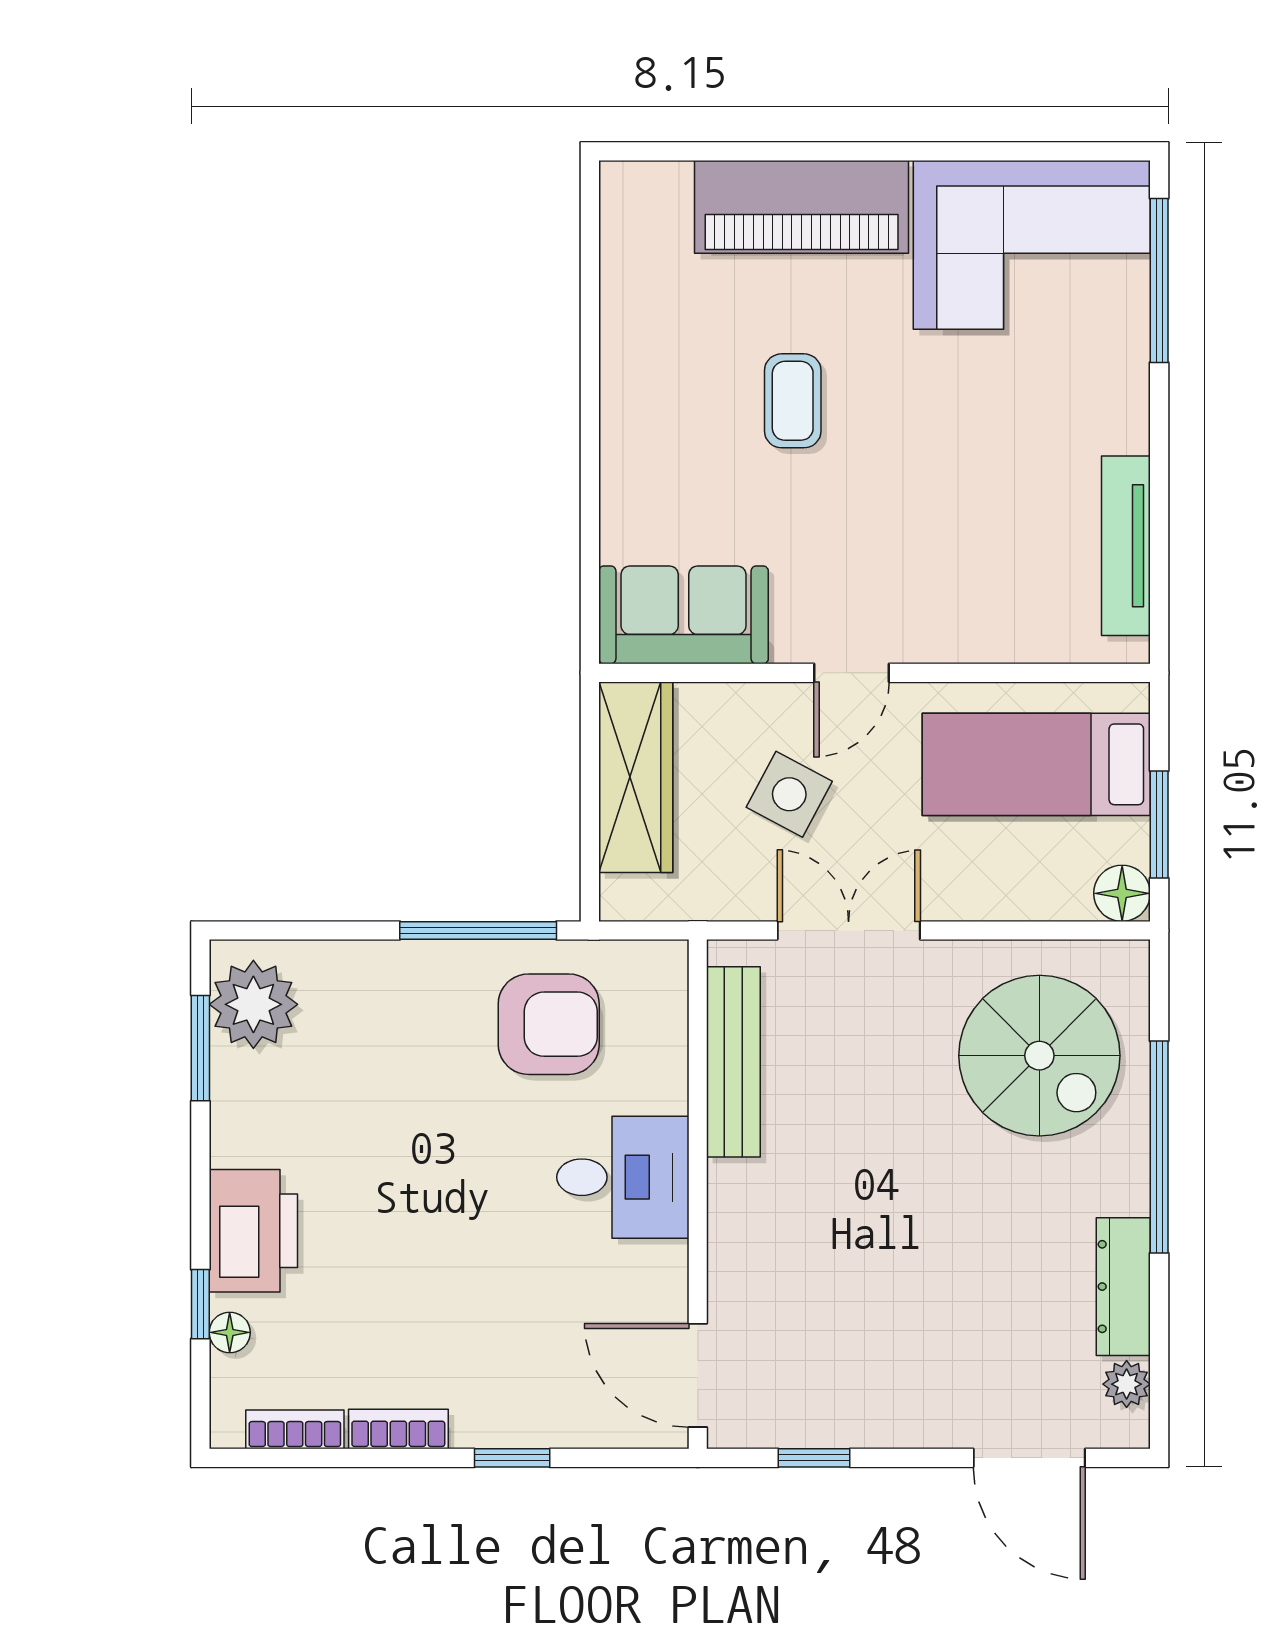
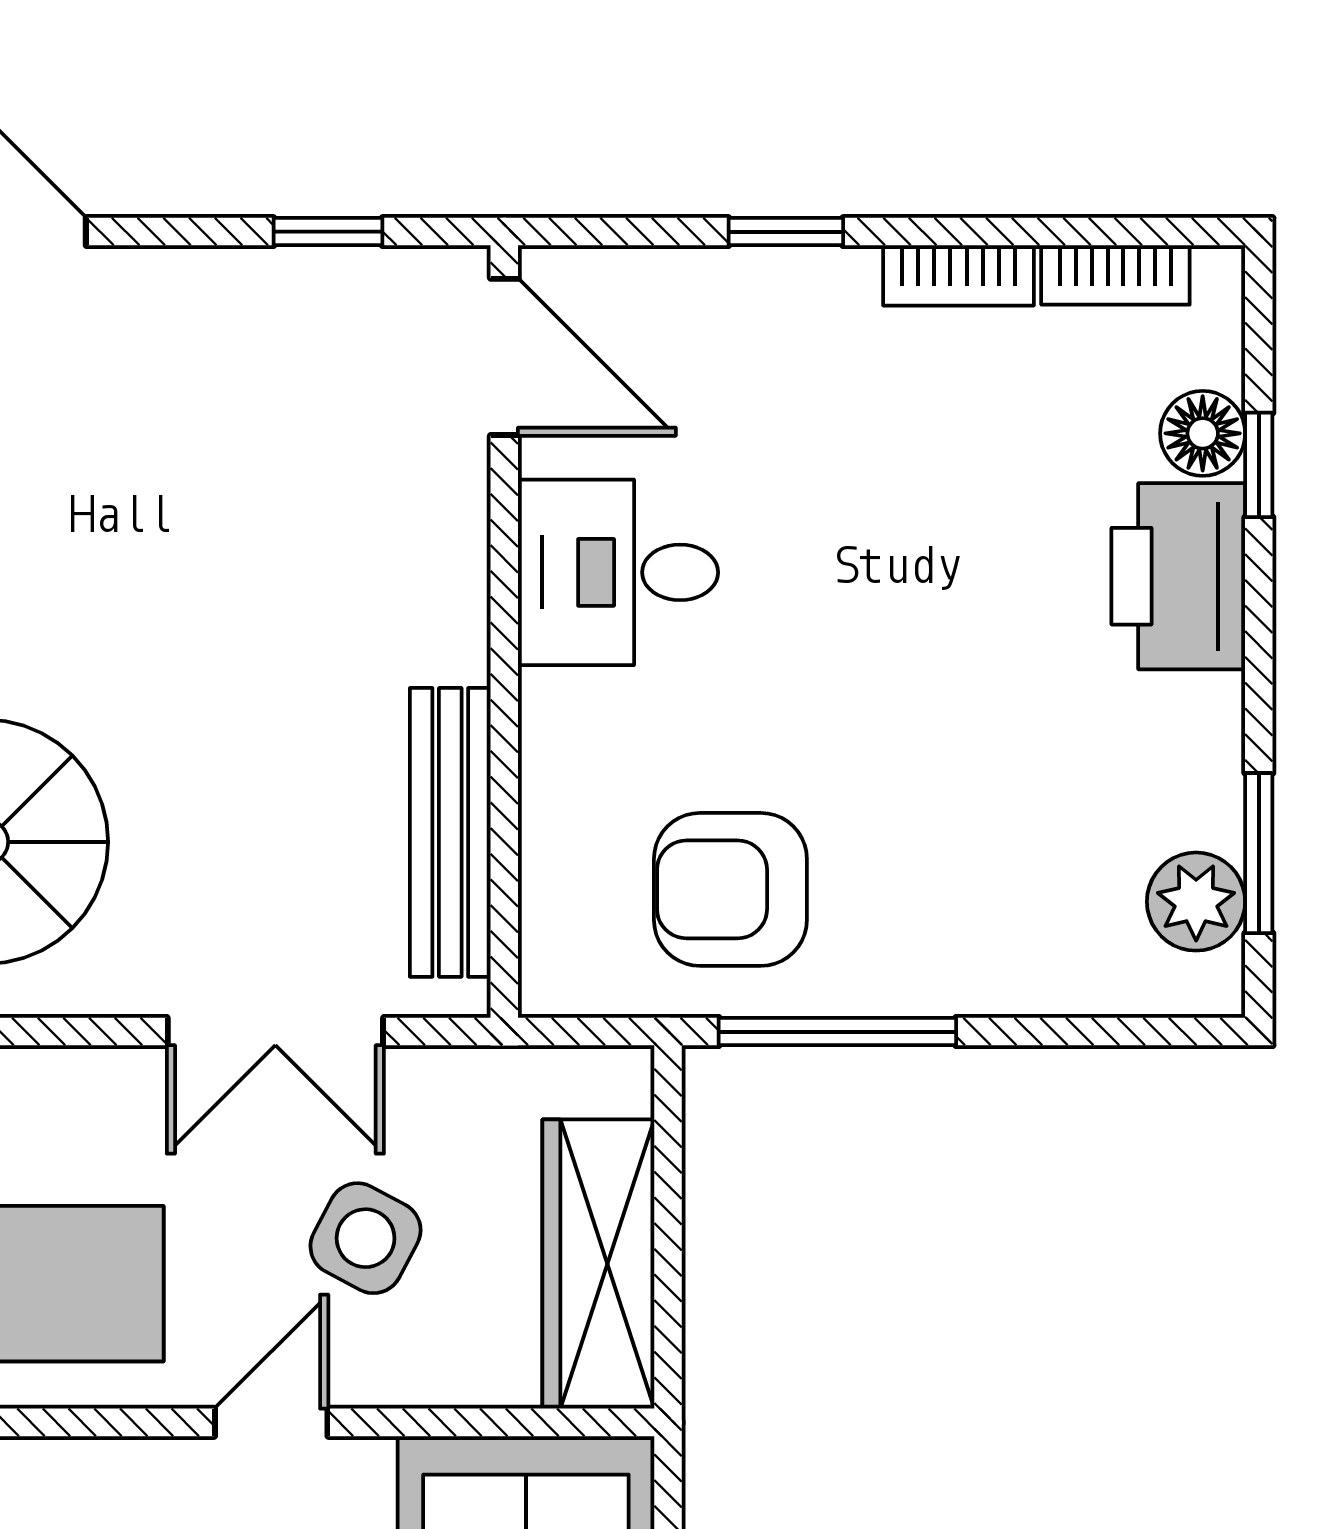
plant: (253, 1004) -> (1196, 902), width x0.73, depth x0.73
desk: (623, 1177) -> (618, 572), moved
floor lamp: (230, 1332) -> (1203, 433), width x1.37, depth x1.37

